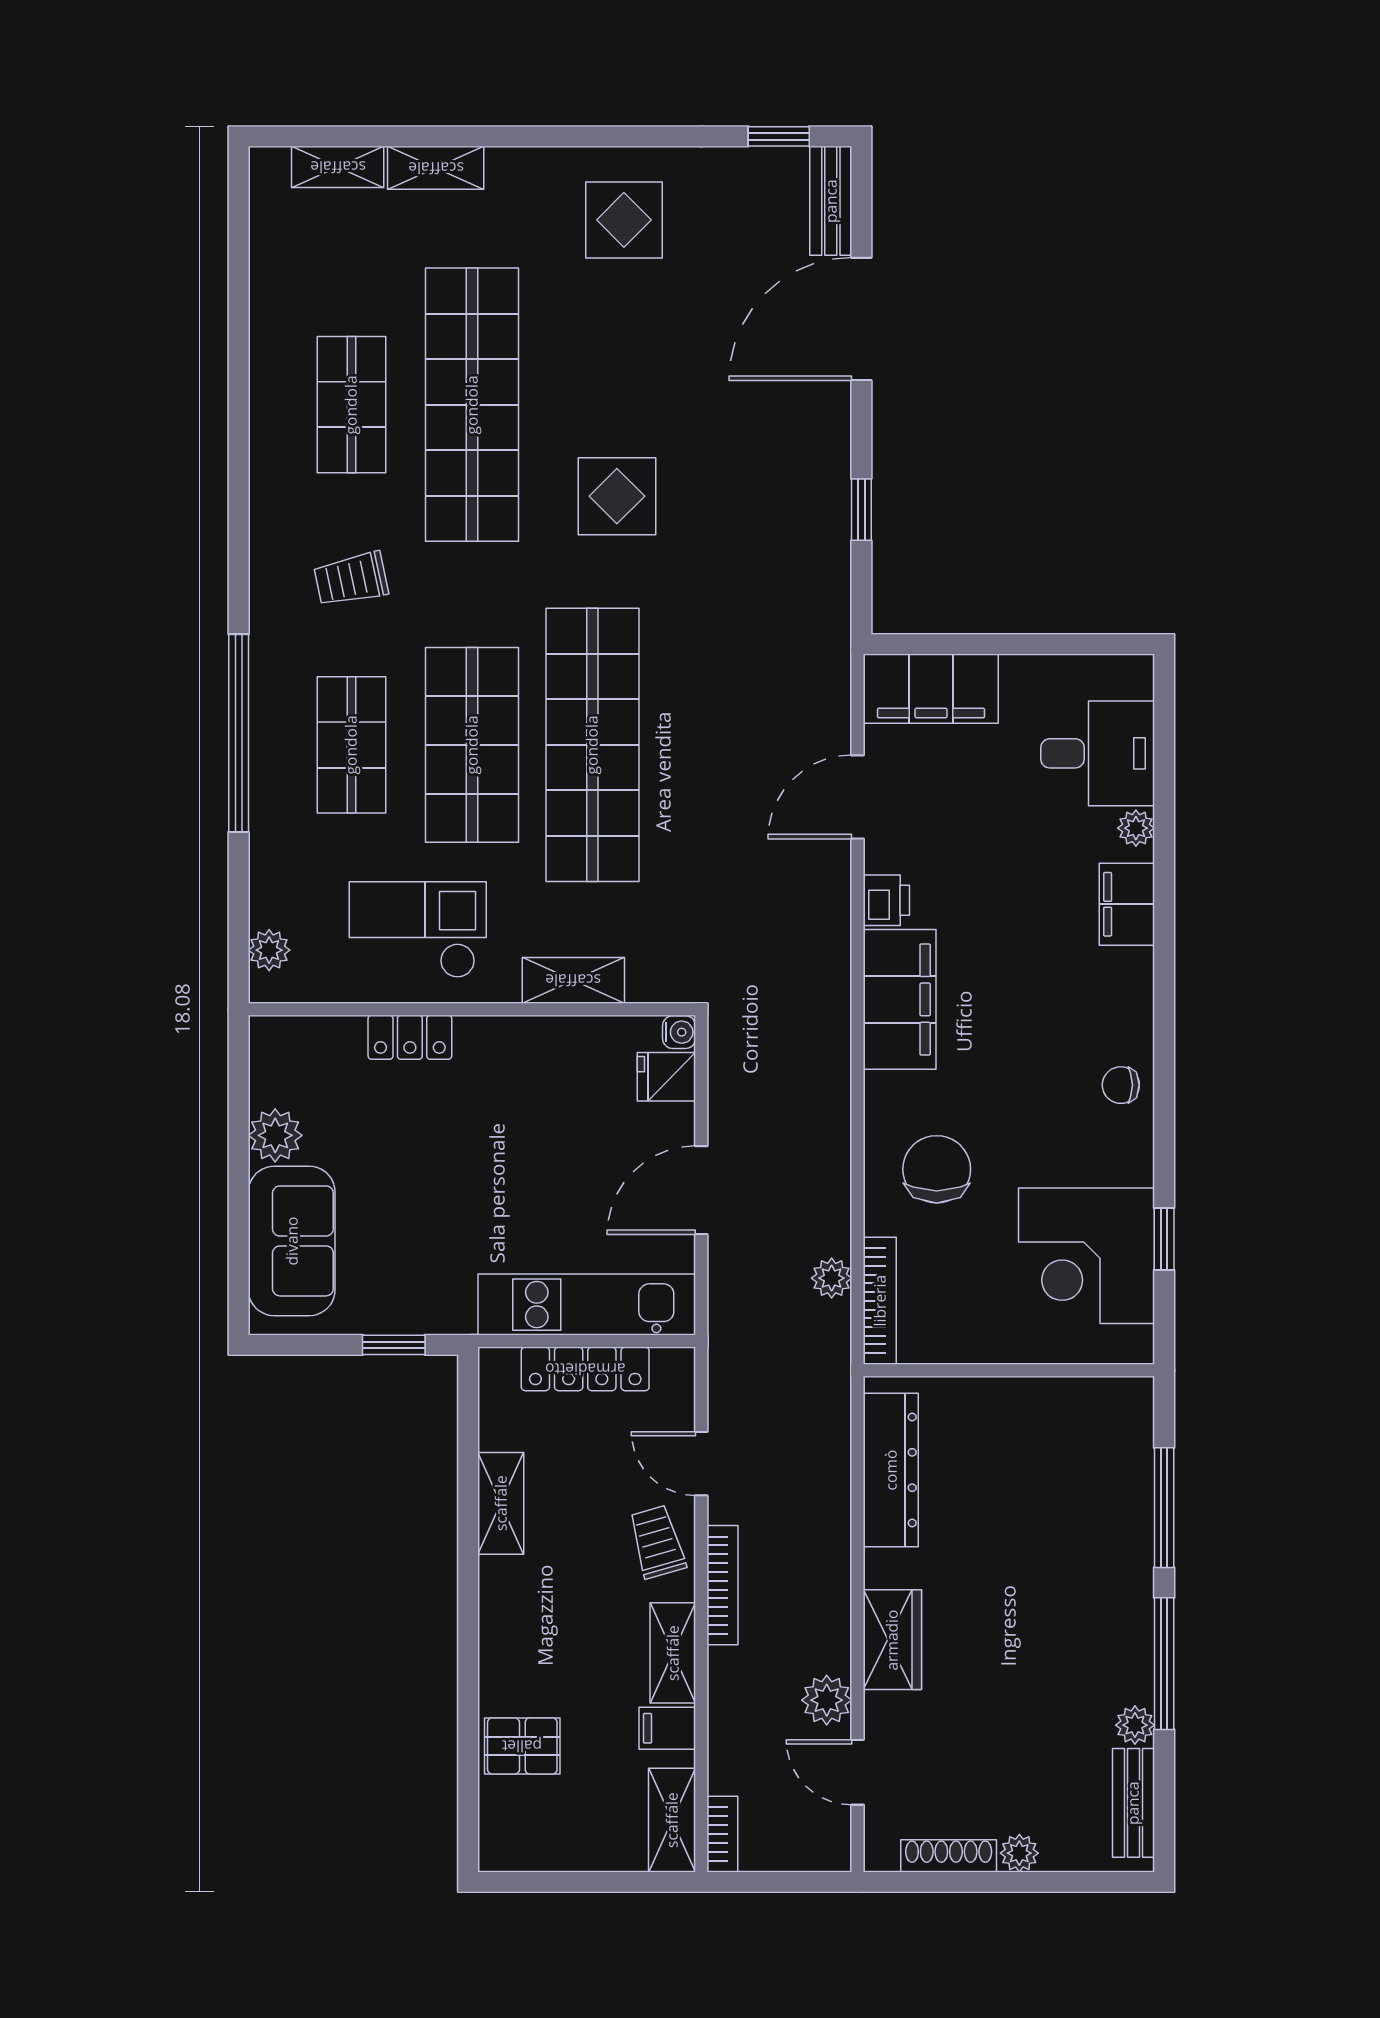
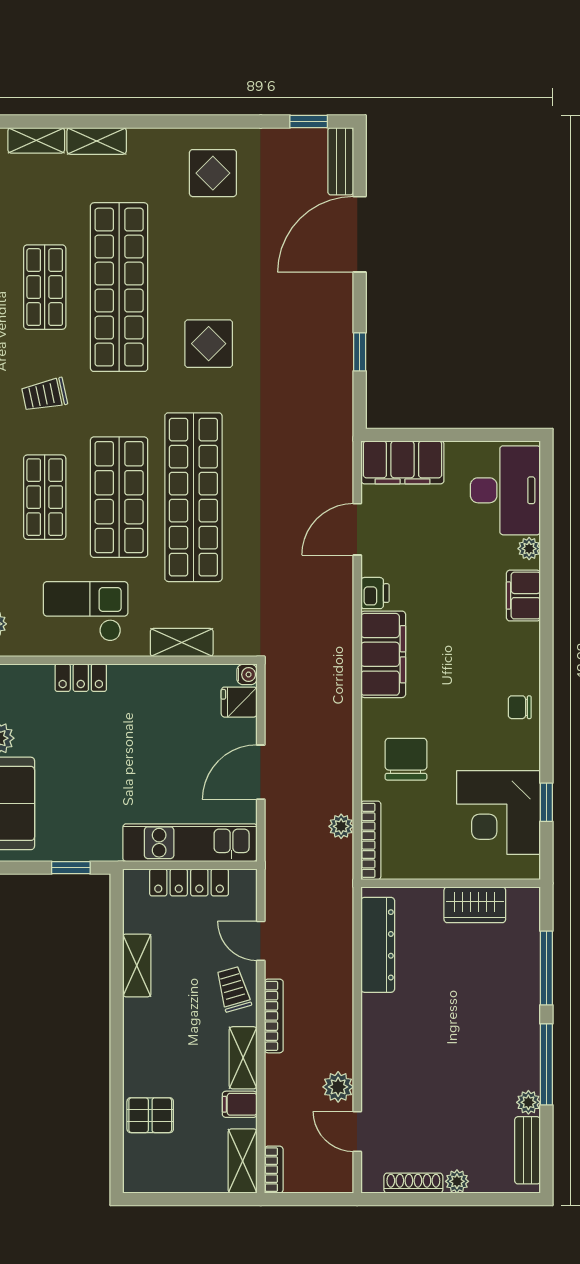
desk: (1098, 753) -> (505, 490), width x1.37
wardrobe: (892, 1640) -> (475, 905), moved, turned 90

